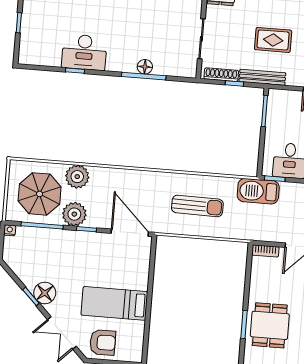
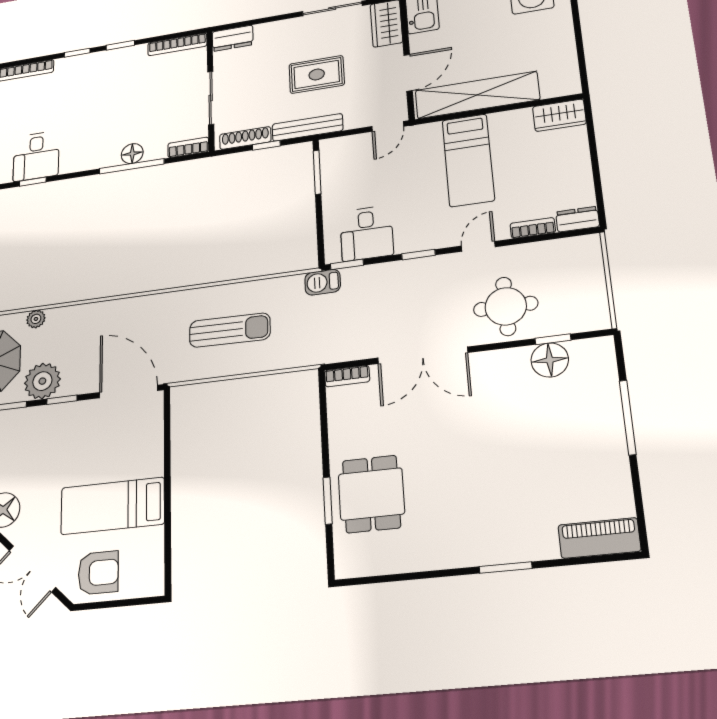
desk: (84, 52) -> (36, 156), width x0.73
bookcase: (183, 72) -> (188, 147), added
plant: (77, 177) -> (36, 319), width x0.53, depth x0.53
barbecue: (258, 191) -> (323, 282), width x0.53, depth x0.65

